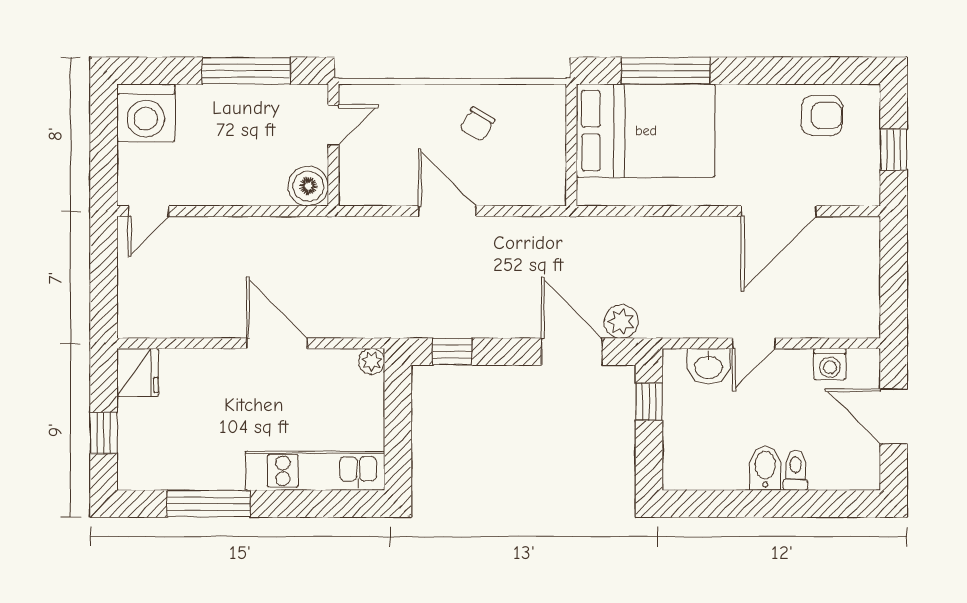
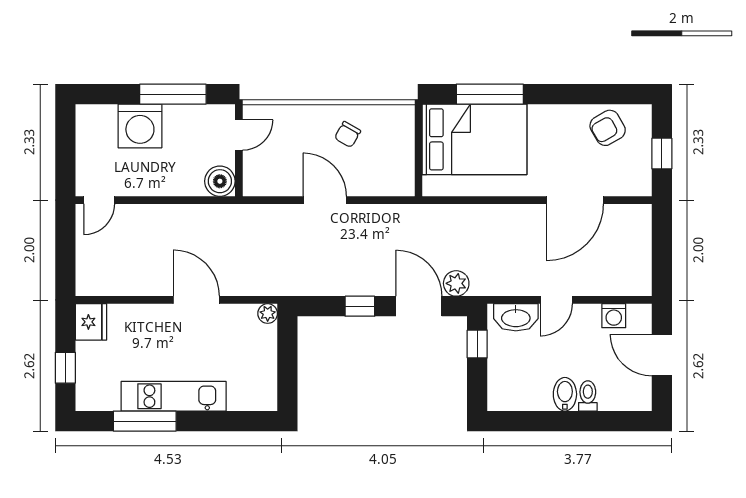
washing machine: (146, 113) -> (140, 126), moved
armchair: (822, 115) -> (608, 128), turned 150
window: (452, 352) -> (360, 306), moved
washbasin: (708, 366) -> (516, 317), width x1.38
kitchen unit: (315, 471) -> (174, 396), moved

